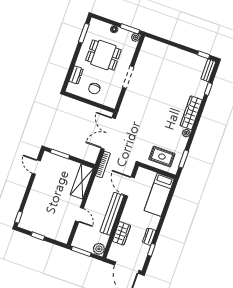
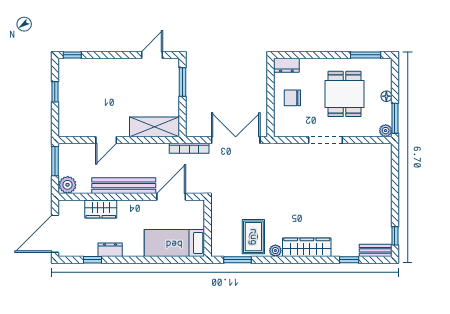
dresser: (76, 75) -> (286, 65), moved
rug: (162, 157) -> (253, 237), moved

